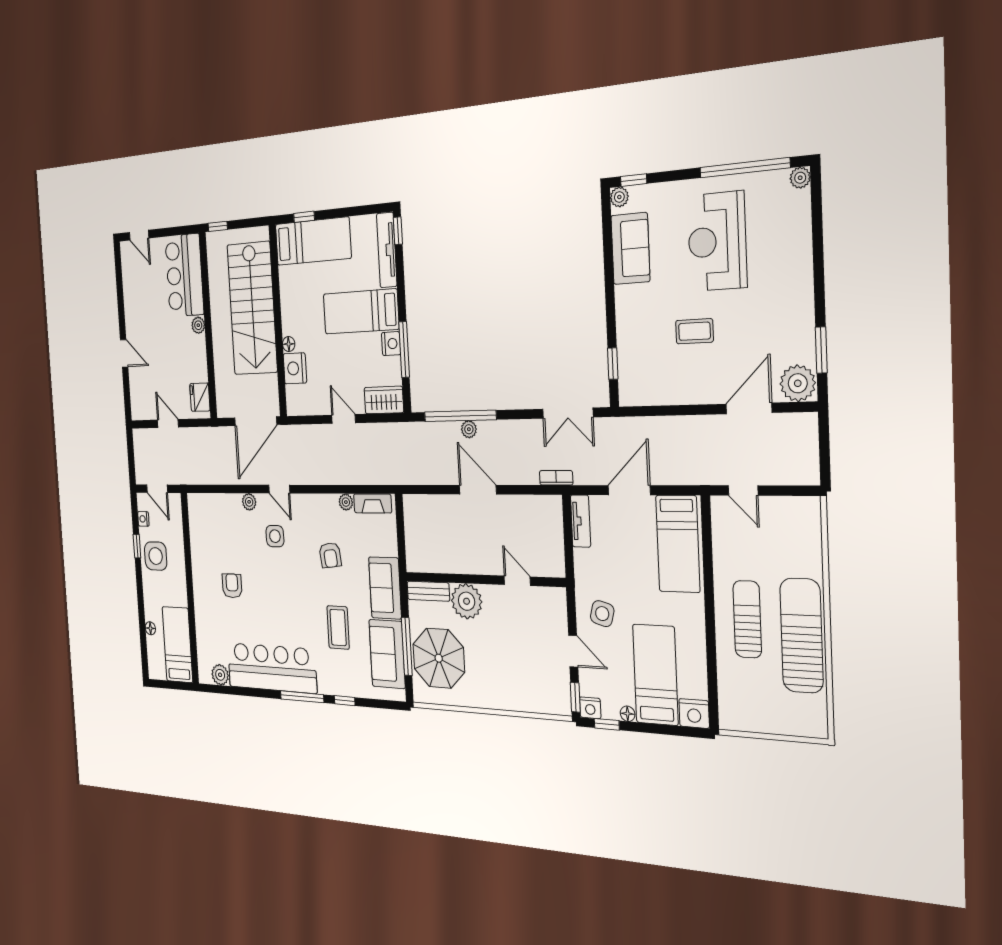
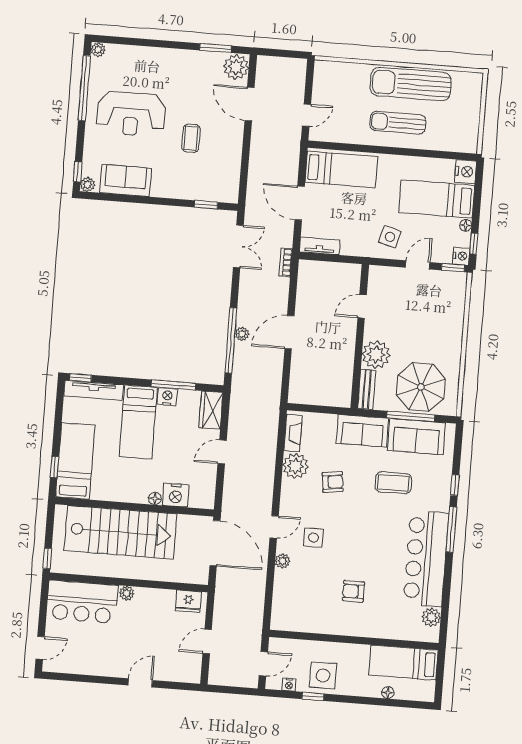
plant: (346, 502) -> (296, 466), width x1.88, depth x1.88

